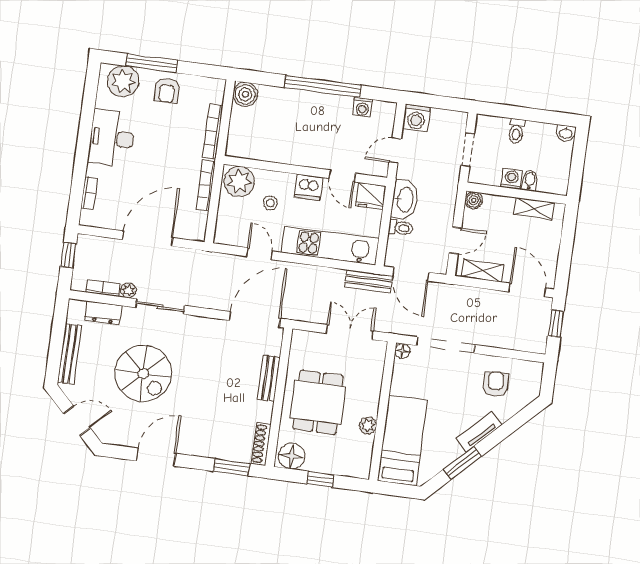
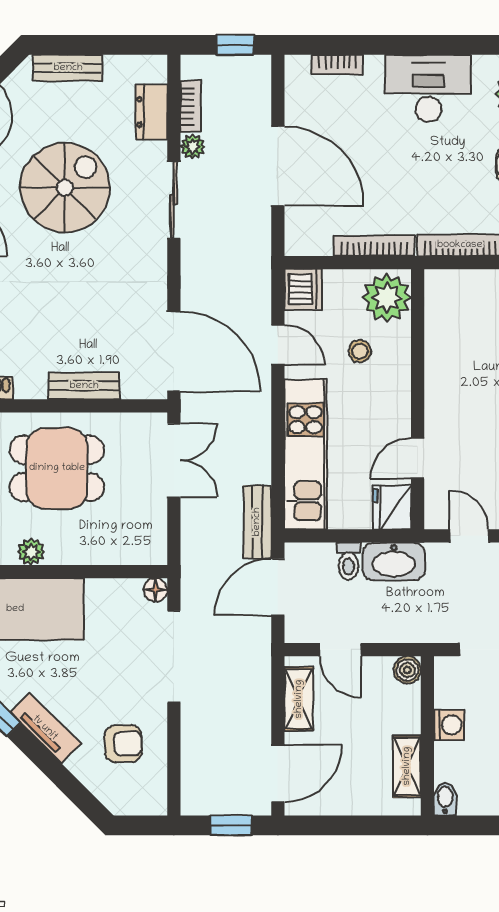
bidet: (530, 180) -> (445, 799), moved, turned -90
dishwasher: (308, 187) -> (303, 289), moved, turned 180
door: (259, 254) -> (278, 345), hinge flipped
double door: (349, 332) -> (174, 460), moved
bench: (70, 354) -> (68, 68), width x0.73
spiral stairs: (143, 374) -> (65, 188), turned 180

